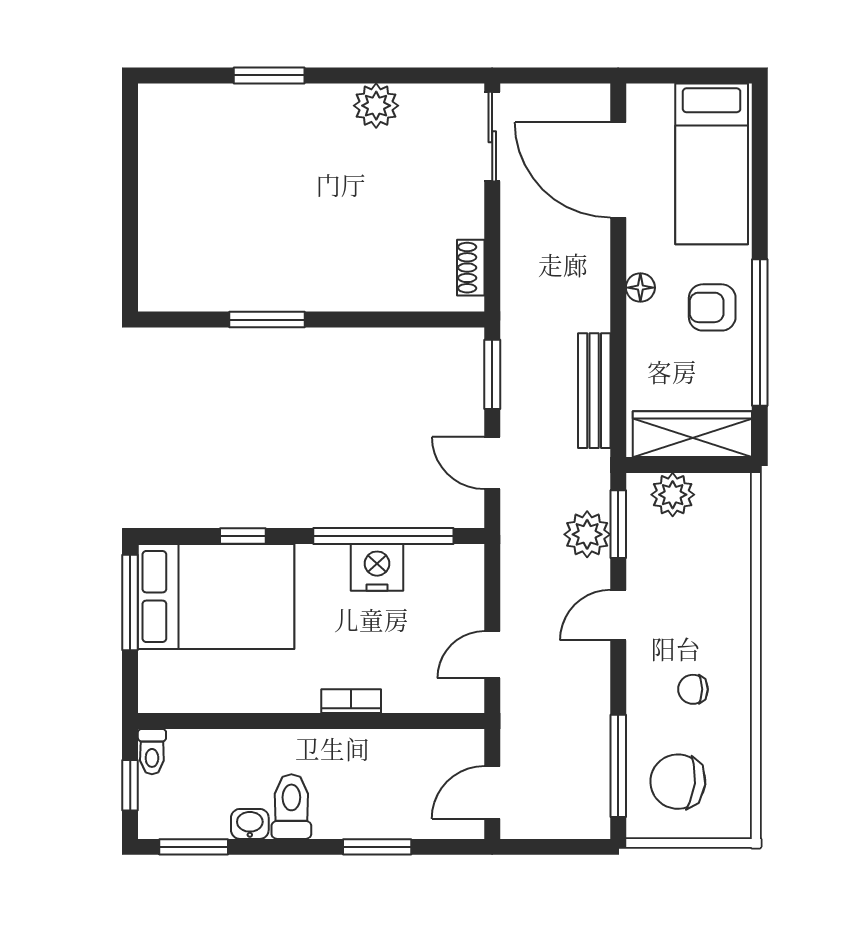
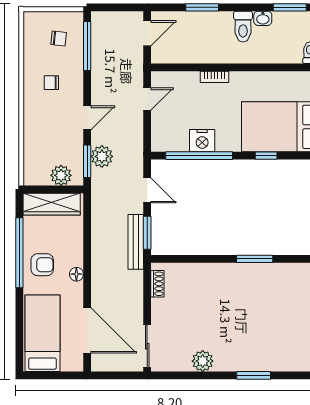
bench: (594, 391) -> (136, 242), moved
chair: (693, 689) -> (51, 83), turned 180
chair: (678, 782) -> (59, 38), width x0.54, depth x0.54

